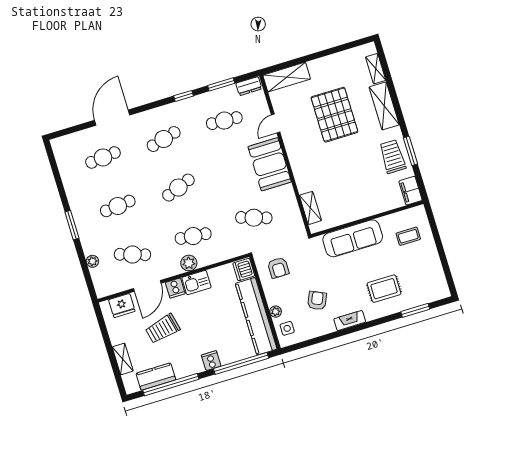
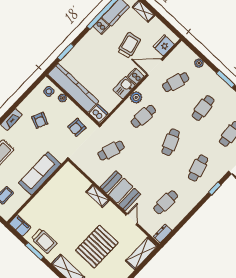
window: (221, 84) -> (181, 224), removed
window: (184, 96) -> (215, 189), moved
pallet: (334, 115) -> (97, 247), turned 90
shelving: (310, 208) -> (98, 196), moved
armchair: (278, 268) -> (77, 127), turned -85
door: (147, 286) -> (155, 67), hinge flipped
cooker: (211, 361) -> (101, 26), moved
window: (241, 363) -> (66, 52), width x0.47

